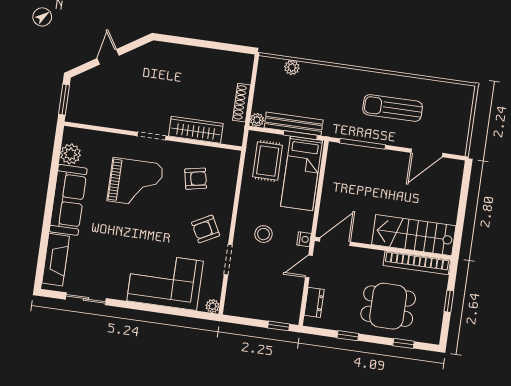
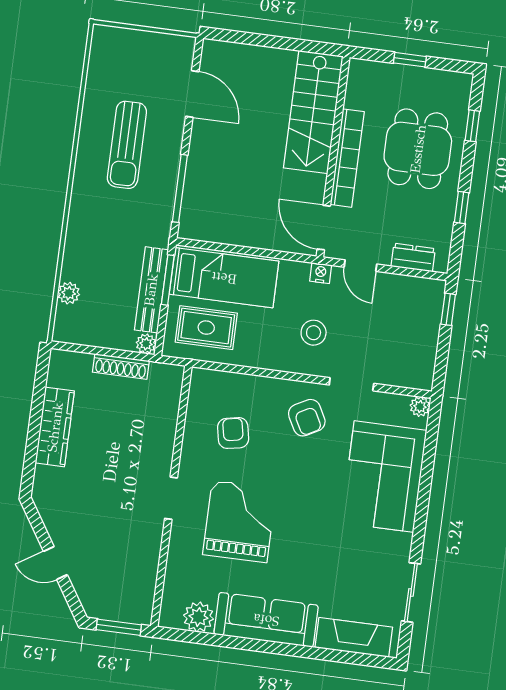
wardrobe: (196, 130) -> (55, 427), moved, turned 180
bookcase: (417, 263) -> (347, 158), moved

